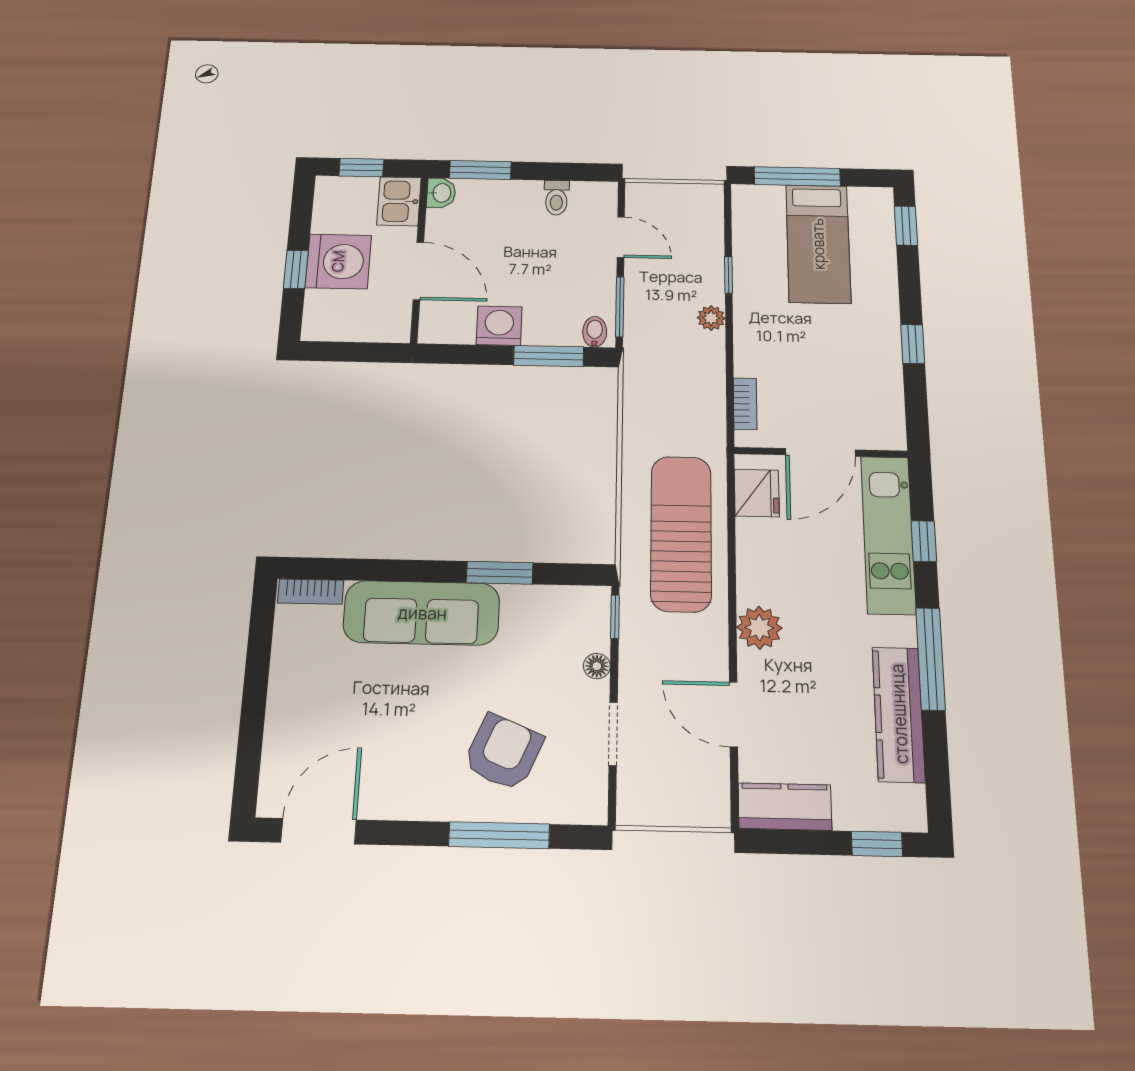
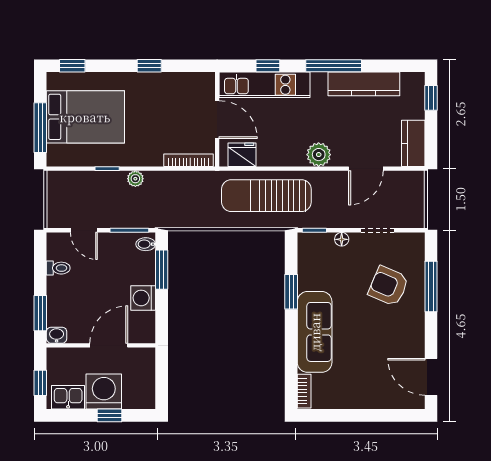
kitchen sink: (399, 201) -> (68, 397), moved, turned 180
door: (621, 237) -> (84, 230), swing flipped
bed: (818, 244) -> (85, 117), width x1.50
bookcase: (745, 404) -> (189, 160), width x1.56

